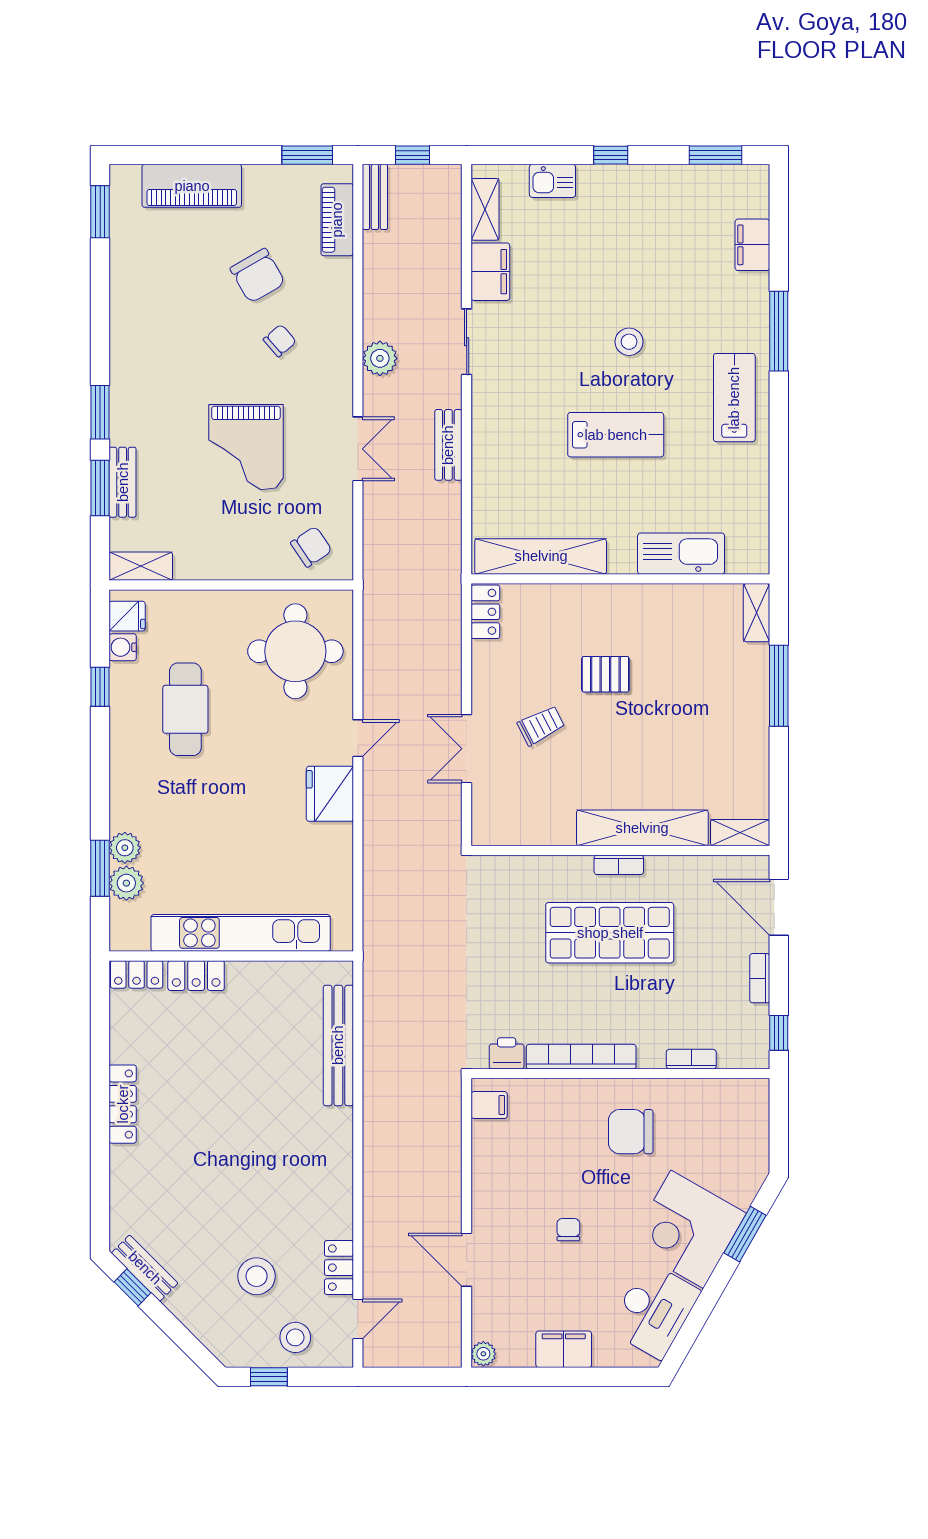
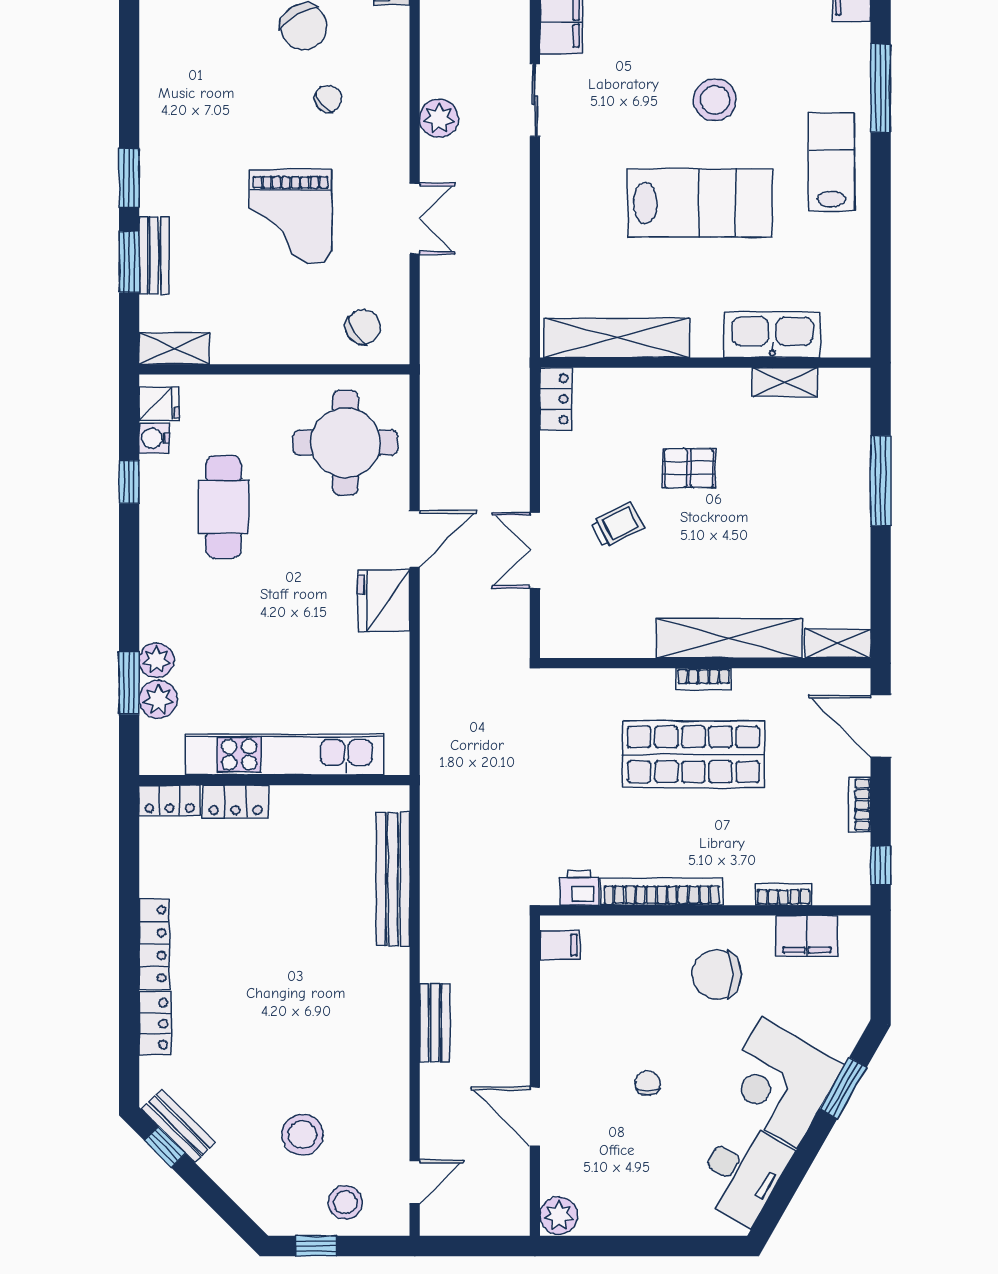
stool: (629, 342) -> (715, 100), width x1.38, depth x1.38
lab bench: (616, 435) -> (700, 203), width x1.36, depth x1.39
bench: (448, 445) -> (435, 1023), moved
shelving: (757, 613) -> (785, 382), moved, turned 90
door: (358, 738) -> (415, 539), width x1.38
locker: (339, 1268) -> (155, 1024), moved, turned 180
filing cabinet: (564, 1349) -> (807, 936), moved, turned 180
plant: (483, 1354) -> (559, 1215), width x1.38, depth x1.38

